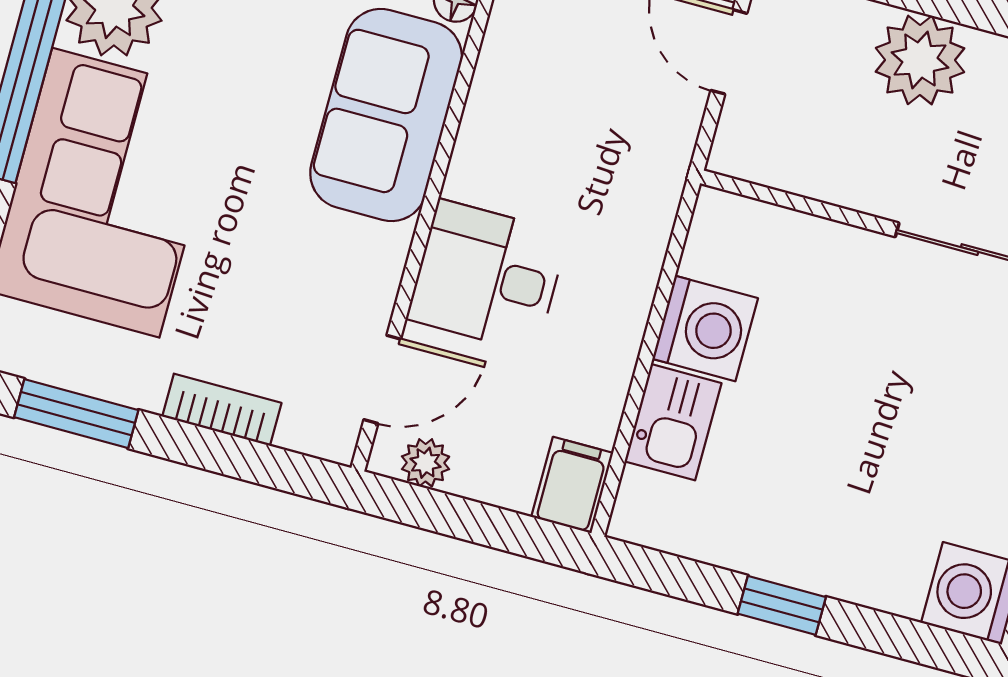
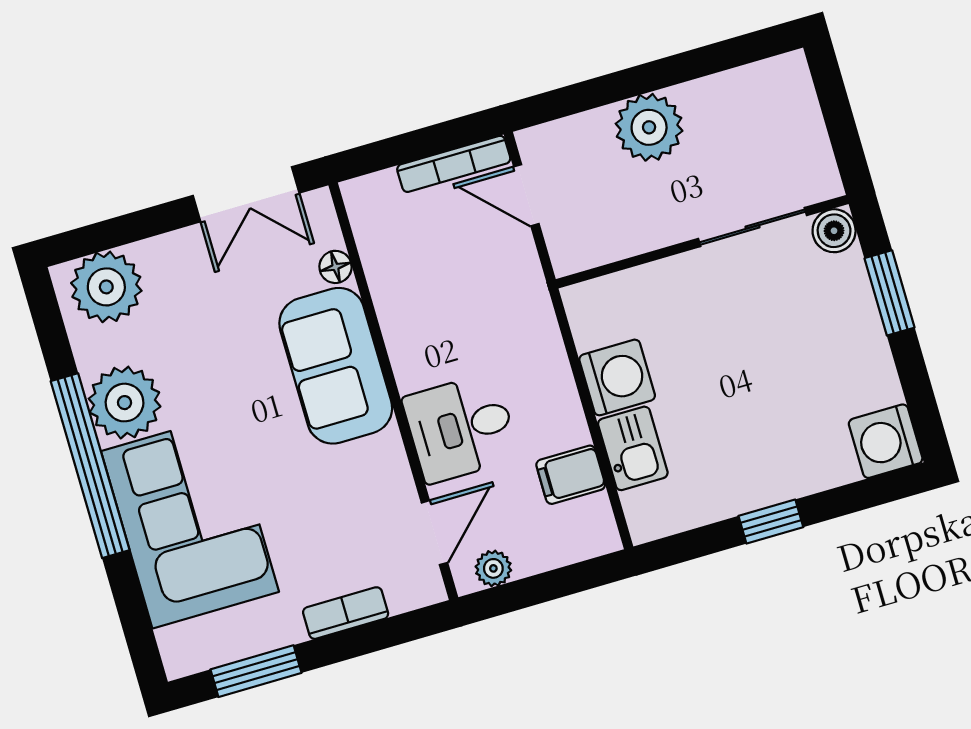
filing cabinet: (572, 485) -> (571, 475), moved, turned -90

